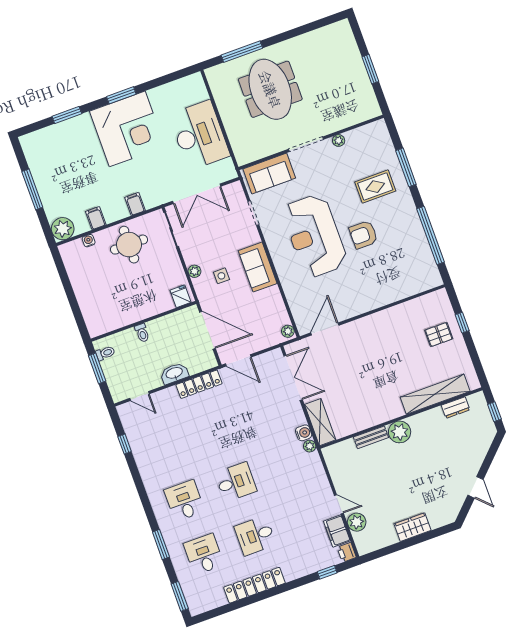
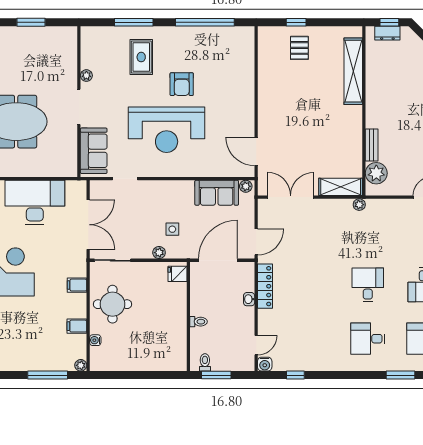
window: (32, 189) -> (48, 375), moved
plant: (63, 229) -> (81, 365), width x0.53, depth x0.53
sofa: (258, 267) -> (217, 193), moved
washbasin: (174, 373) -> (249, 299), width x0.52, depth x0.69
dresser: (456, 408) -> (387, 33), moved, turned 90
plant: (400, 432) -> (376, 173), moved
water cooler: (304, 433) -> (265, 364), moved, turned 180

